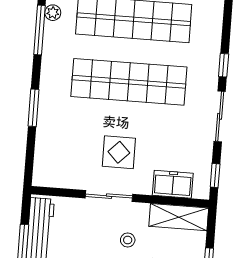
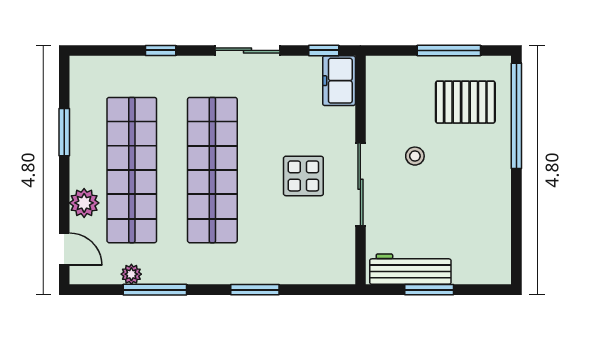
window: (224, 65) -> (161, 50), moved
freezer: (173, 184) -> (339, 81), moved
sliding door: (109, 196) -> (360, 184), width x1.37
shelving: (179, 217) -> (381, 93), removed

